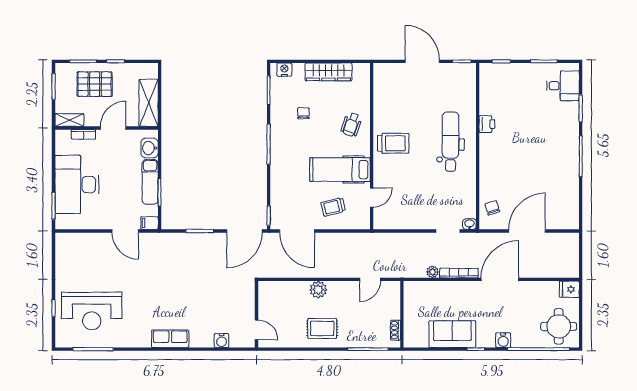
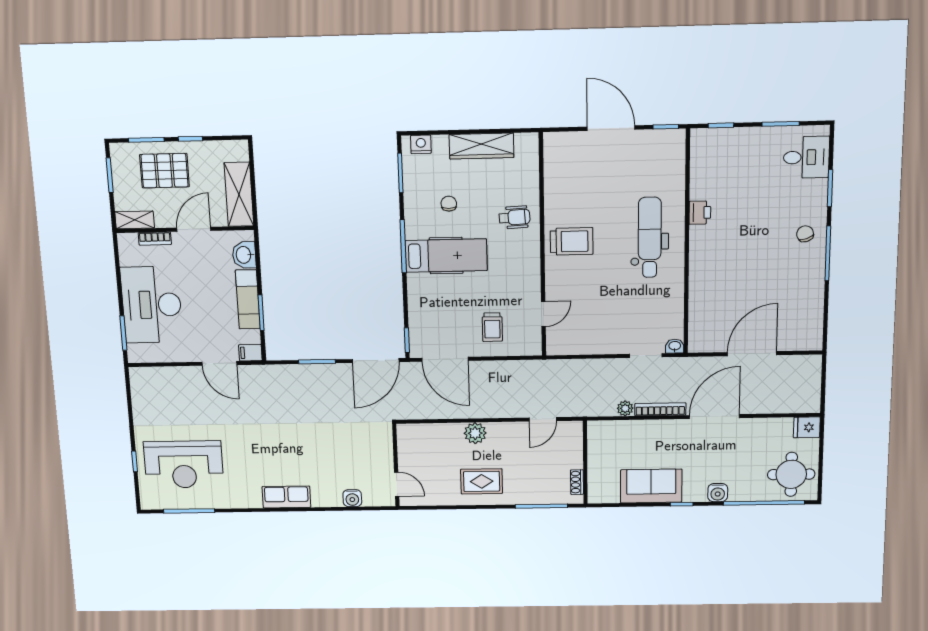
wheelchair: (351, 125) -> (514, 217), turned -112
hospital bed: (340, 170) -> (446, 256), moved, turned 180
trolley: (333, 207) -> (492, 327), turned -76
chair: (492, 208) -> (805, 234), moved

